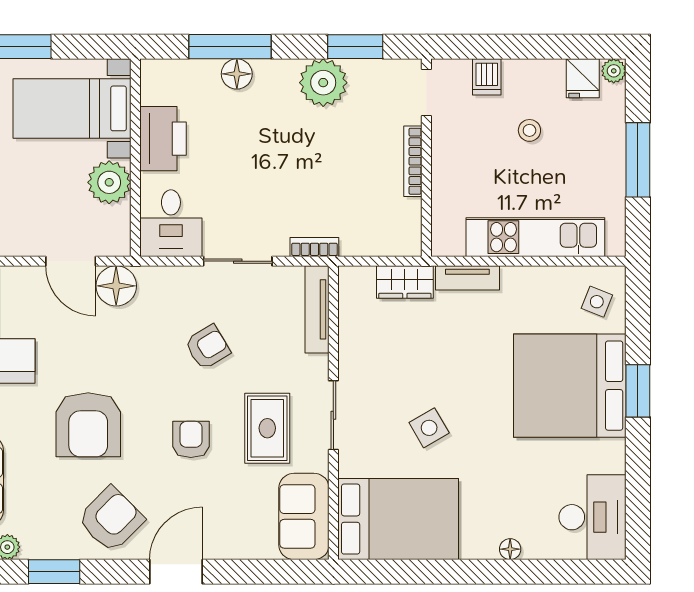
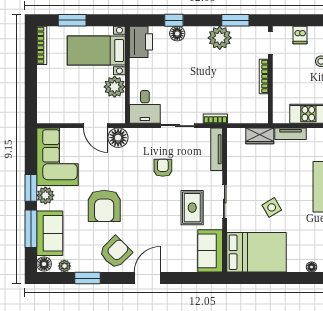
window: (230, 47) -> (174, 20), width x0.46
printer: (163, 139) -> (141, 42), moved
armchair: (207, 347) -> (163, 168), turned -59
armchair: (191, 439) -> (155, 213), removed

